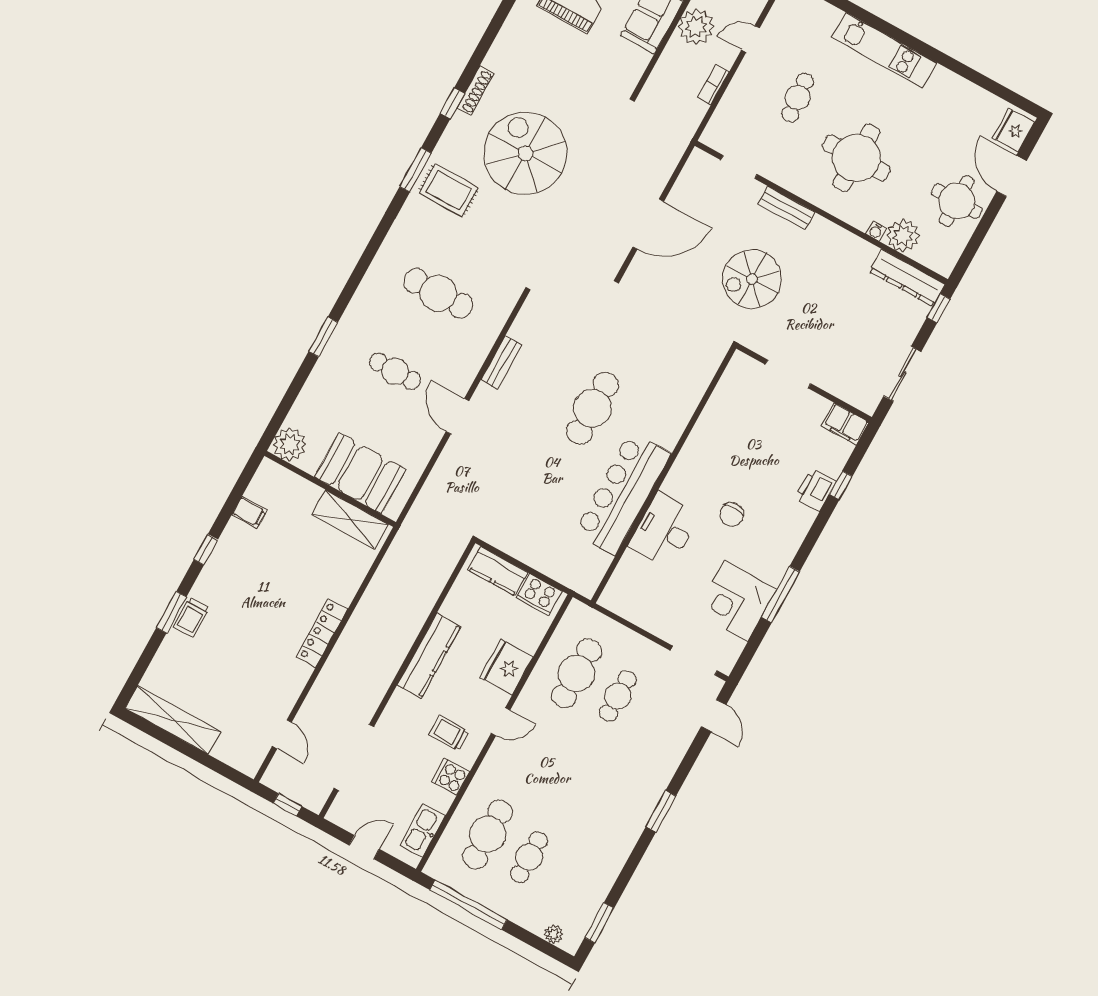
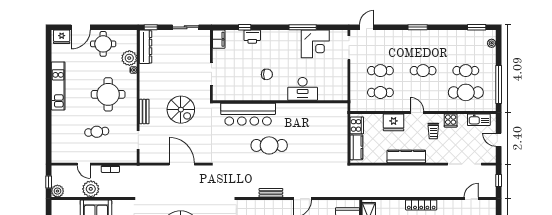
kitchen unit: (884, 50) -> (58, 86), moved
bar counter: (623, 493) -> (248, 114), moved
chair: (732, 515) -> (267, 74), moved
cafe table: (577, 673) -> (380, 92), width x0.73, depth x0.74
cafe table: (573, 777) -> (423, 71), added

